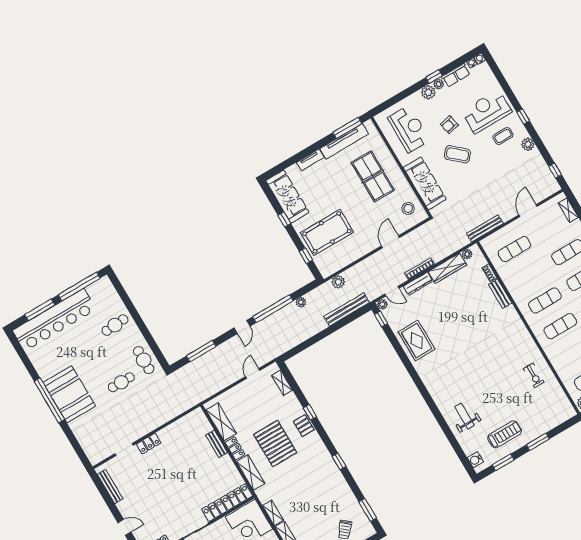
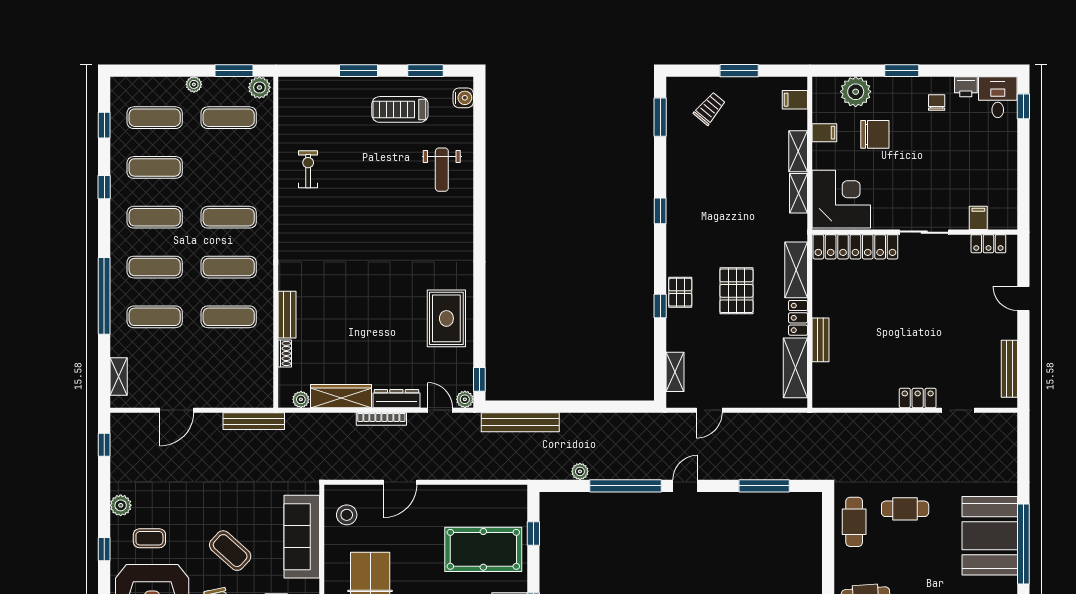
exercise mat: (514, 249) -> (229, 317), moved
plant: (338, 282) -> (509, 469), removed
pallet: (275, 443) -> (736, 291), width x0.73, depth x0.71

